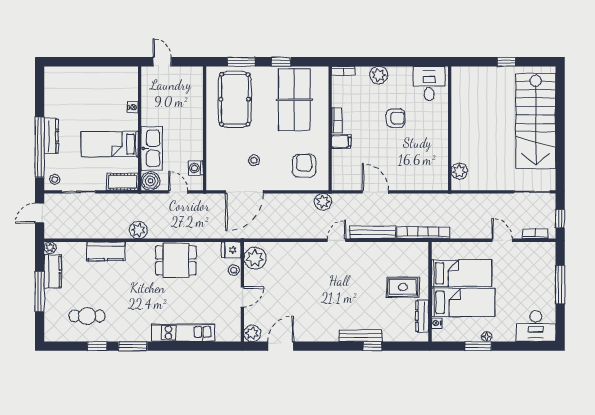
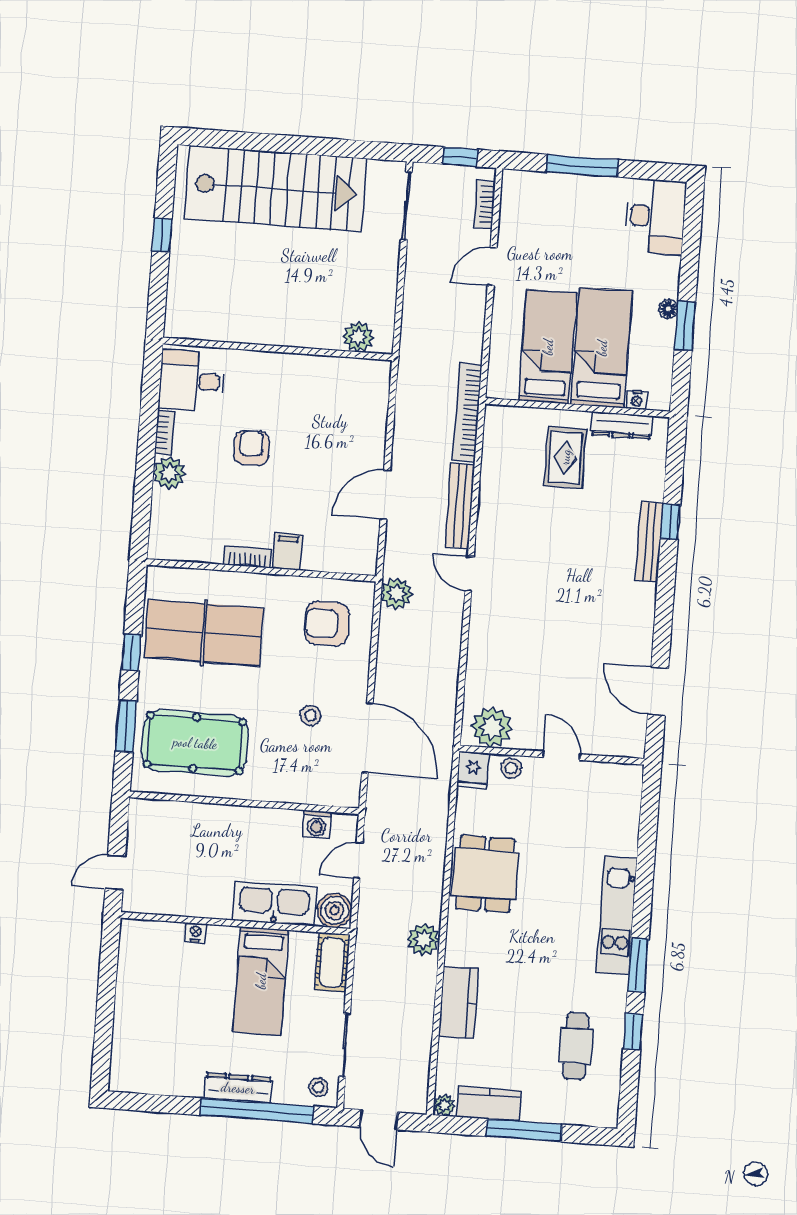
bookcase: (343, 71) -> (165, 433), moved
kitchen unit: (183, 333) -> (617, 915), moved
plant: (252, 333) -> (630, 743), removed

